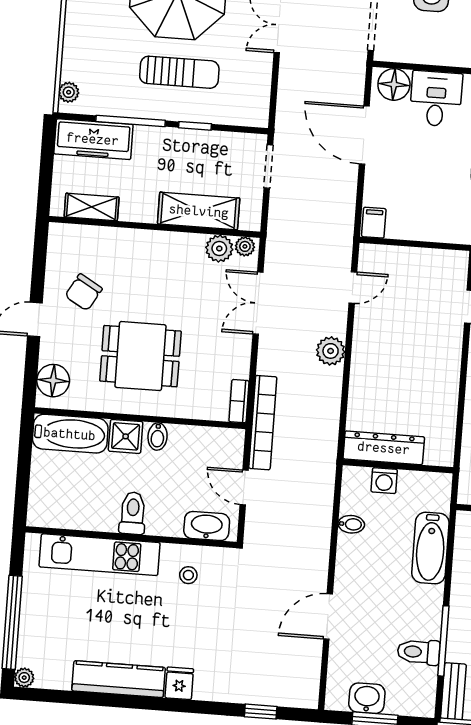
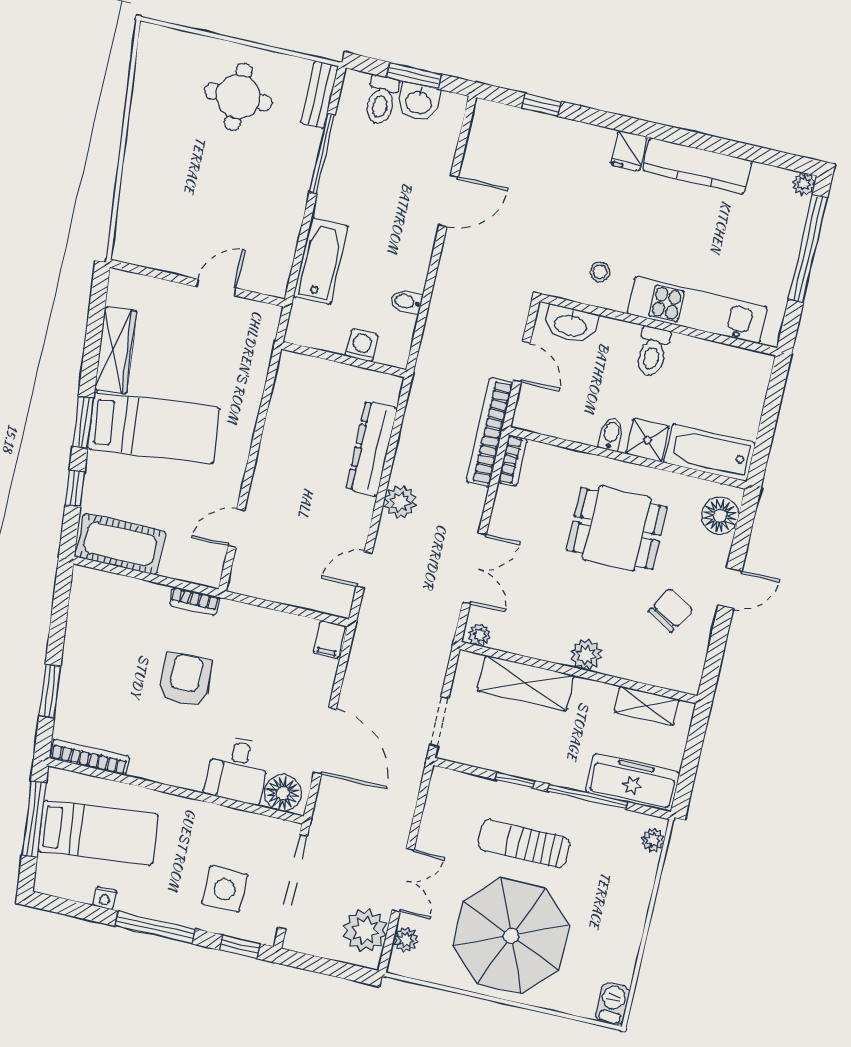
plant: (219, 249) -> (586, 655), moved
dresser: (384, 448) -> (372, 448), moved, turned 90
toilet: (419, 652) -> (381, 100), moved, turned 90

